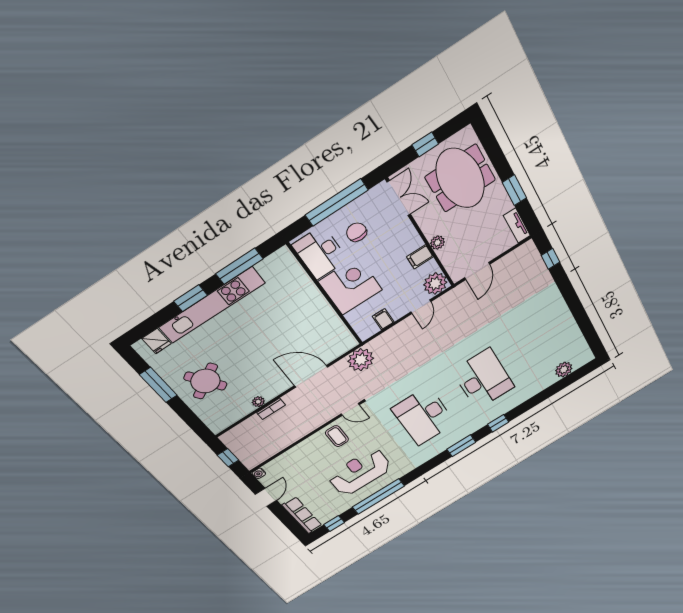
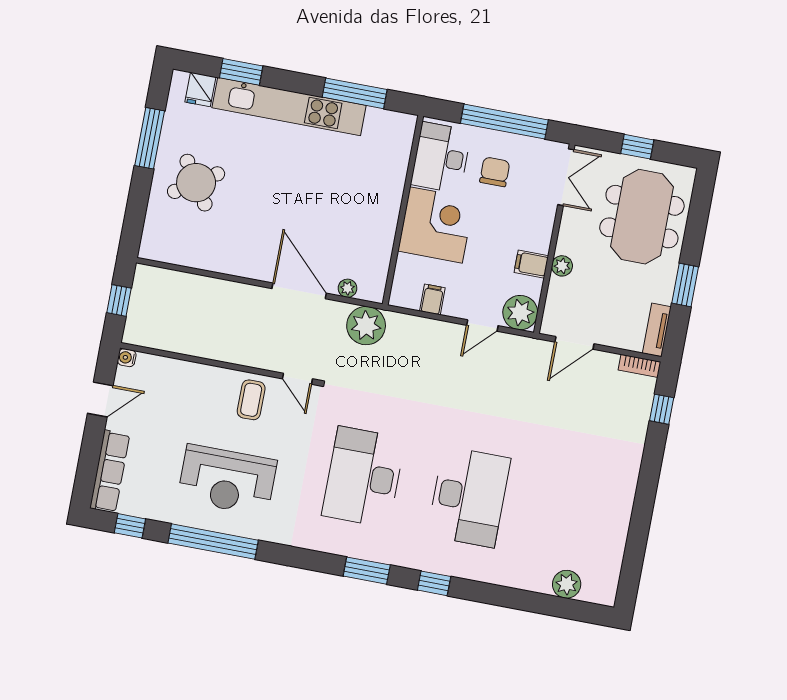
window: (191, 298) -> (241, 72), moved
plant: (258, 402) -> (348, 288), moved
bookcase: (271, 409) -> (639, 366), moved
reception desk: (360, 472) -> (227, 480), turned 180

